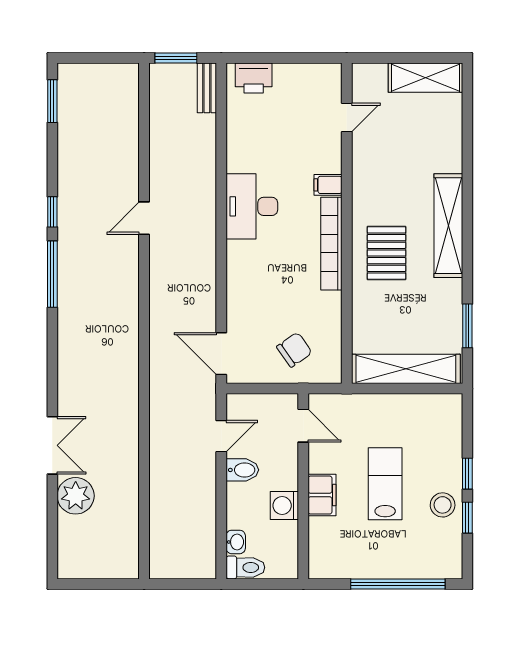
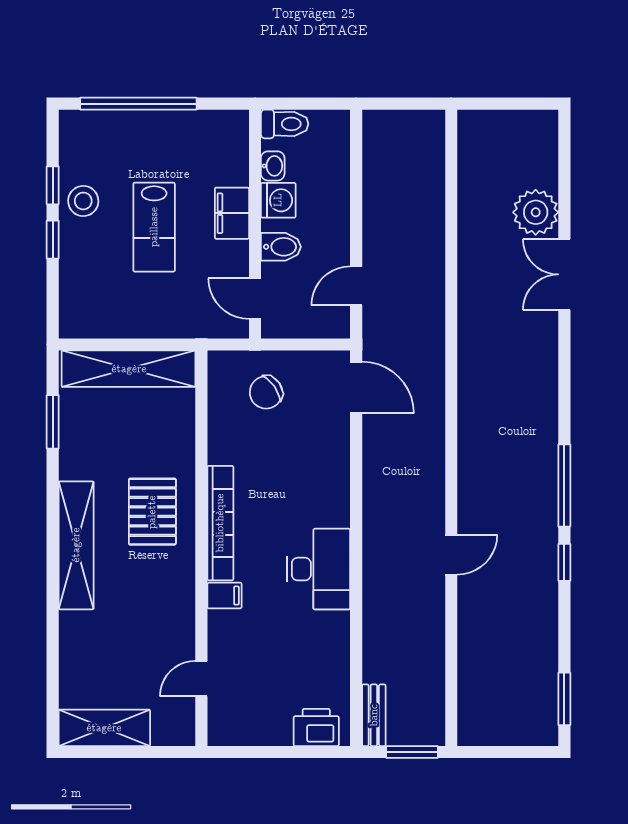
bidet: (242, 470) -> (281, 247), moved, turned 180
washbasin: (236, 542) -> (273, 166), moved, turned 180
toilet: (245, 567) -> (285, 124), moved, turned 180

